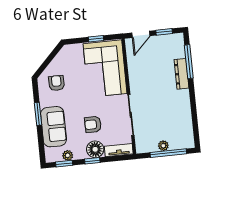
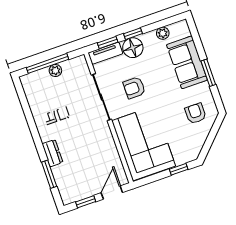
window: (96, 39) -> (179, 169), moved
window: (189, 62) -> (49, 174), width x0.69
dresser: (181, 74) -> (52, 153), width x0.70
armchair: (56, 83) -> (195, 113), turned 180
armchair: (93, 124) -> (134, 88), moved, turned 180
window: (64, 164) -> (108, 42), moved

